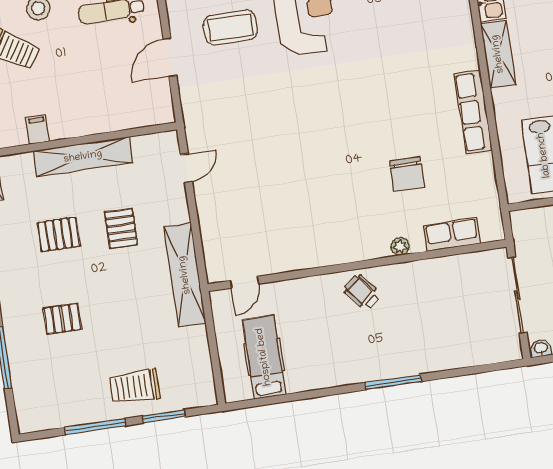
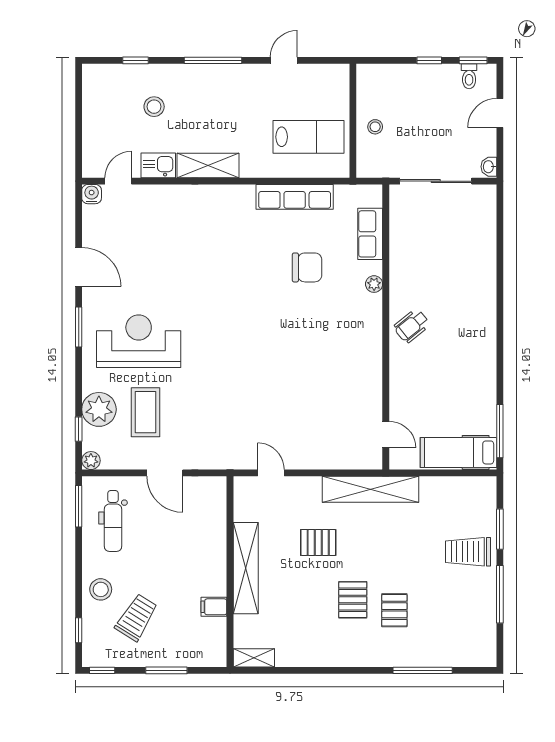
row of seats: (473, 112) -> (295, 197), moved
pallet: (59, 234) -> (353, 600), moved
hospital bed: (264, 357) -> (459, 452), moved
window: (393, 382) -> (500, 431), moved
trolley: (135, 387) -> (468, 552), turned 90

